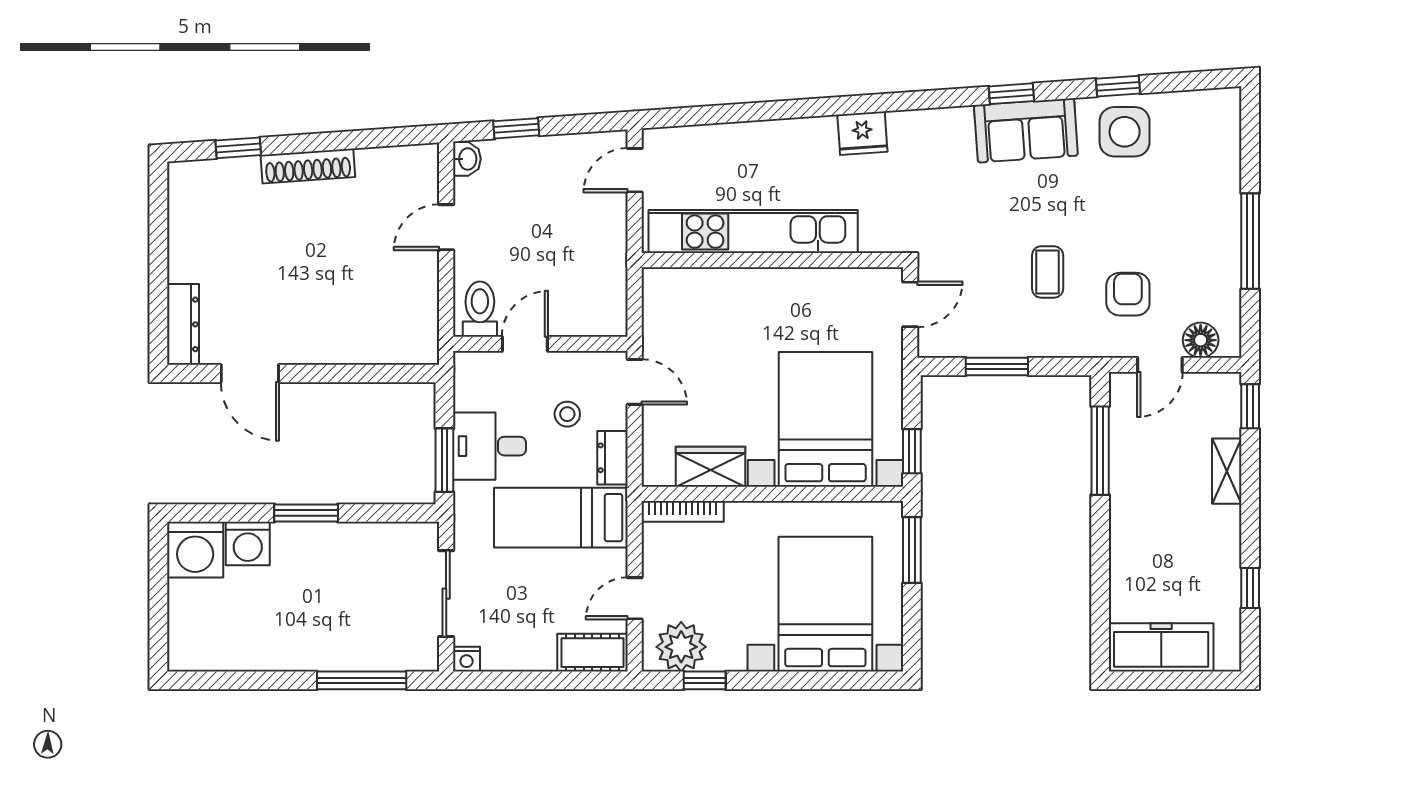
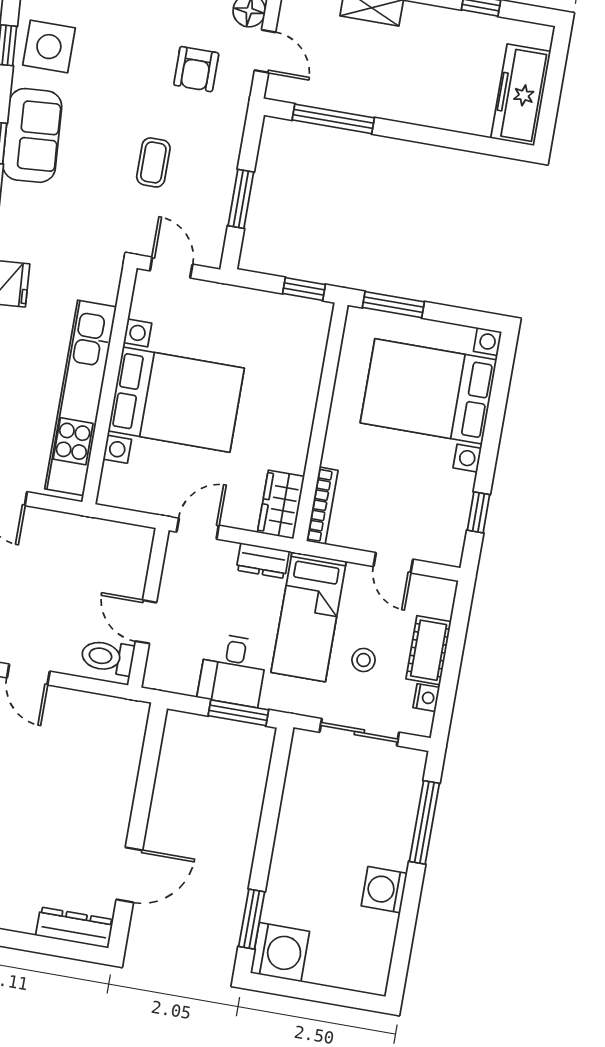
coffee table: (1048, 272) -> (153, 162), moved, turned 90
armchair: (1128, 294) -> (196, 69), turned -90
stool: (567, 414) -> (364, 660), moved
bed with nightstands: (826, 419) -> (176, 400), moved, turned 180
wardrobe: (711, 467) -> (281, 504), moved
window: (306, 513) -> (252, 919), moved
washing machine: (248, 544) -> (384, 890), moved, turned 180
plant: (681, 647) -> (444, 528), removed
cot: (592, 653) -> (429, 650), moved
nightstand: (467, 659) -> (426, 698), moved

